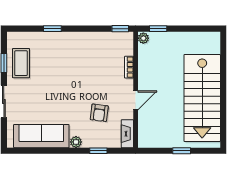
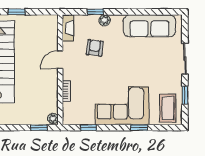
window: (120, 29) -> (88, 128), moved
corner sofa: (70, 52) -> (122, 106), added
coffee table: (21, 63) -> (168, 108), moved
plant: (76, 142) -> (105, 20), moved

